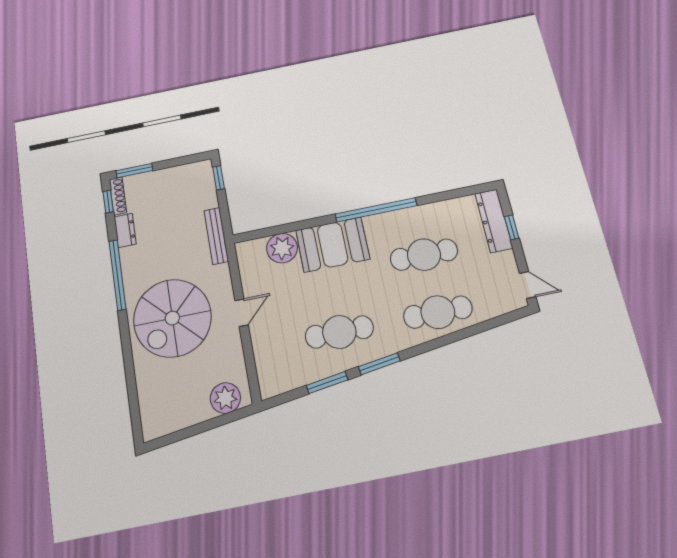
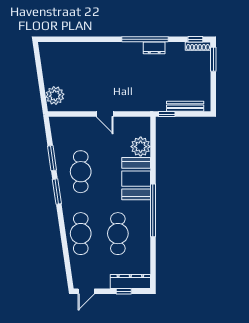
window: (219, 178) -> (167, 114), moved
dresser: (125, 230) -> (154, 48), moved
bench: (216, 236) -> (185, 106), moved
spiral stairs: (172, 318) -> (110, 70), removed

